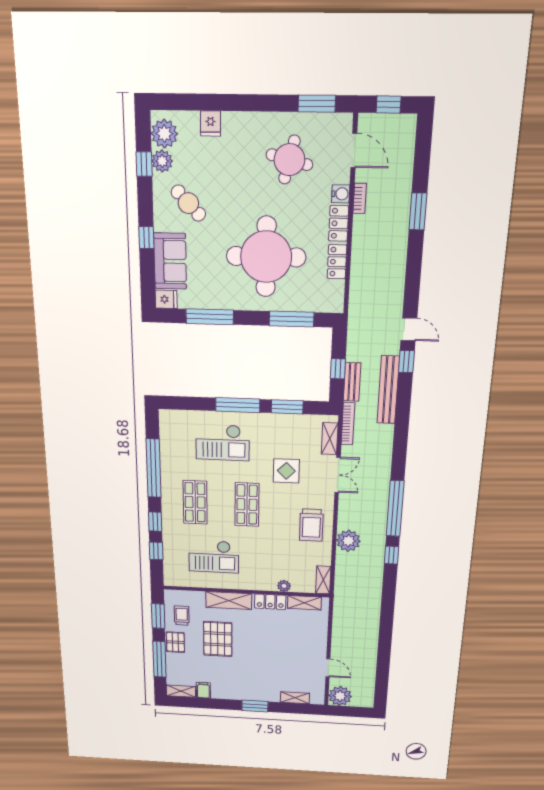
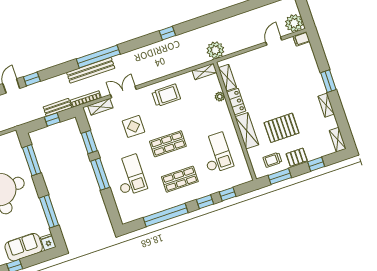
bench: (388, 390) -> (91, 70), moved
window: (395, 509) -> (98, 57), moved
plant: (348, 541) -> (215, 50), moved
window: (159, 659) -> (316, 164), width x0.46
filing cabinet: (203, 690) -> (301, 39), moved
shelving: (295, 698) -> (326, 105), moved

